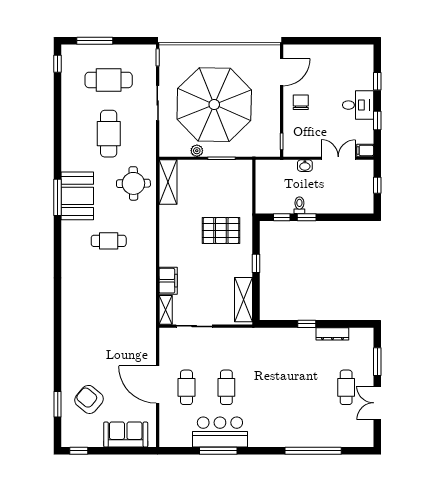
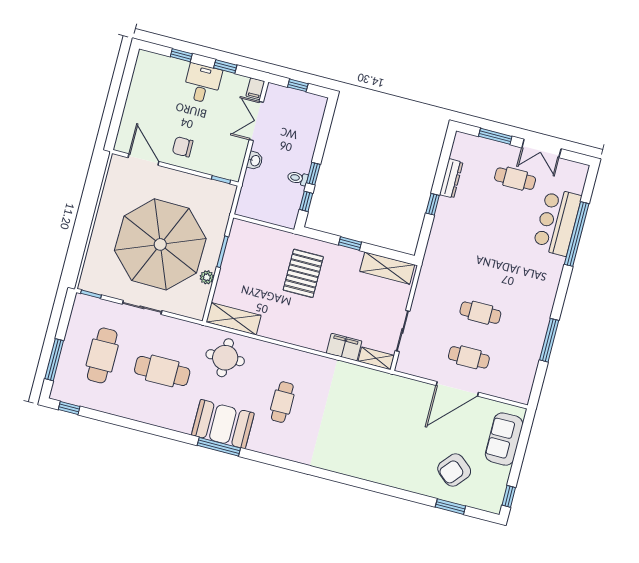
bar counter: (220, 432) -> (557, 222), moved

